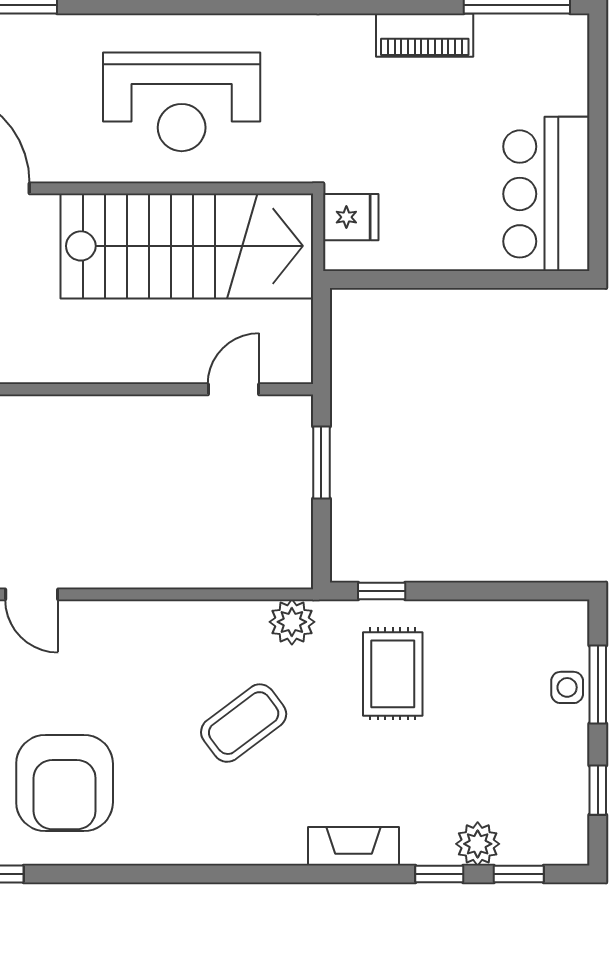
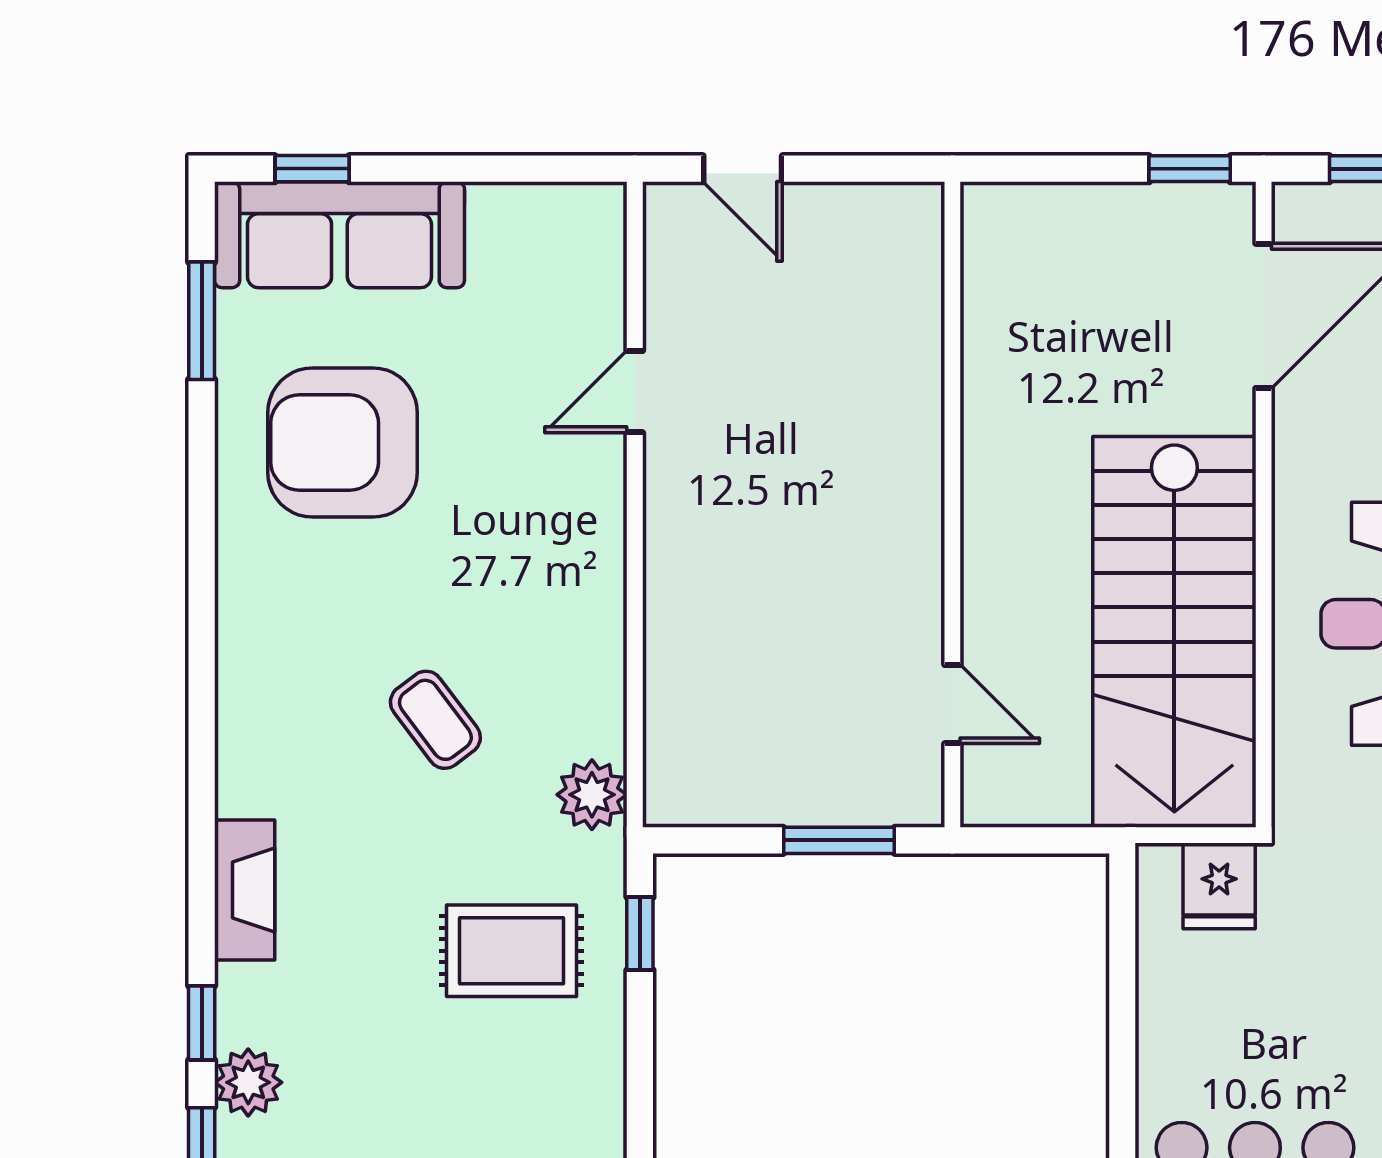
coffee table: (244, 723) -> (435, 720), width x0.73, depth x0.77

